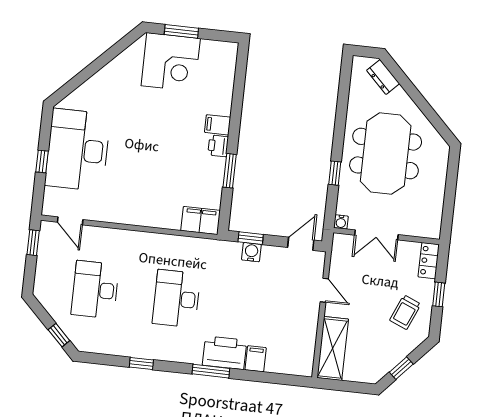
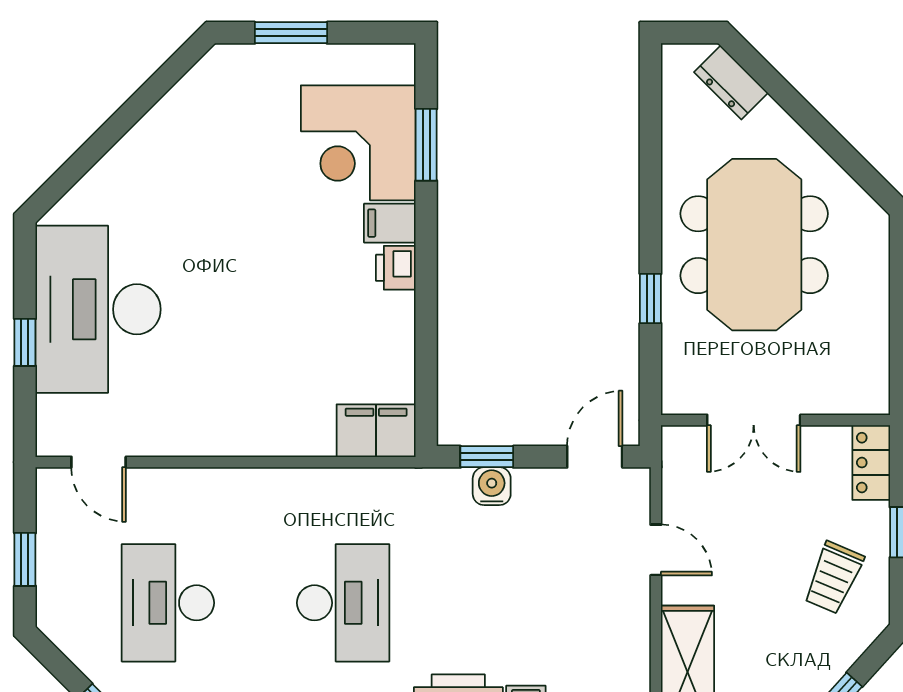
corner desk: (171, 62) -> (358, 143), moved, turned 90
window: (230, 171) -> (426, 145), moved
water cooler: (341, 222) -> (675, 401), removed
window: (33, 243) -> (25, 559), moved
desk: (176, 299) -> (343, 603), turned 180

